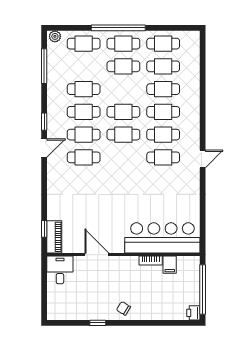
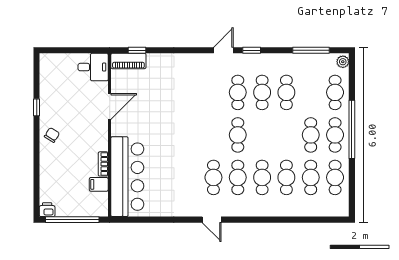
cafe table: (123, 112) -> (262, 135), removed
door: (44, 148) -> (223, 50), swing flipped
cafe table: (84, 157) -> (213, 92), removed

